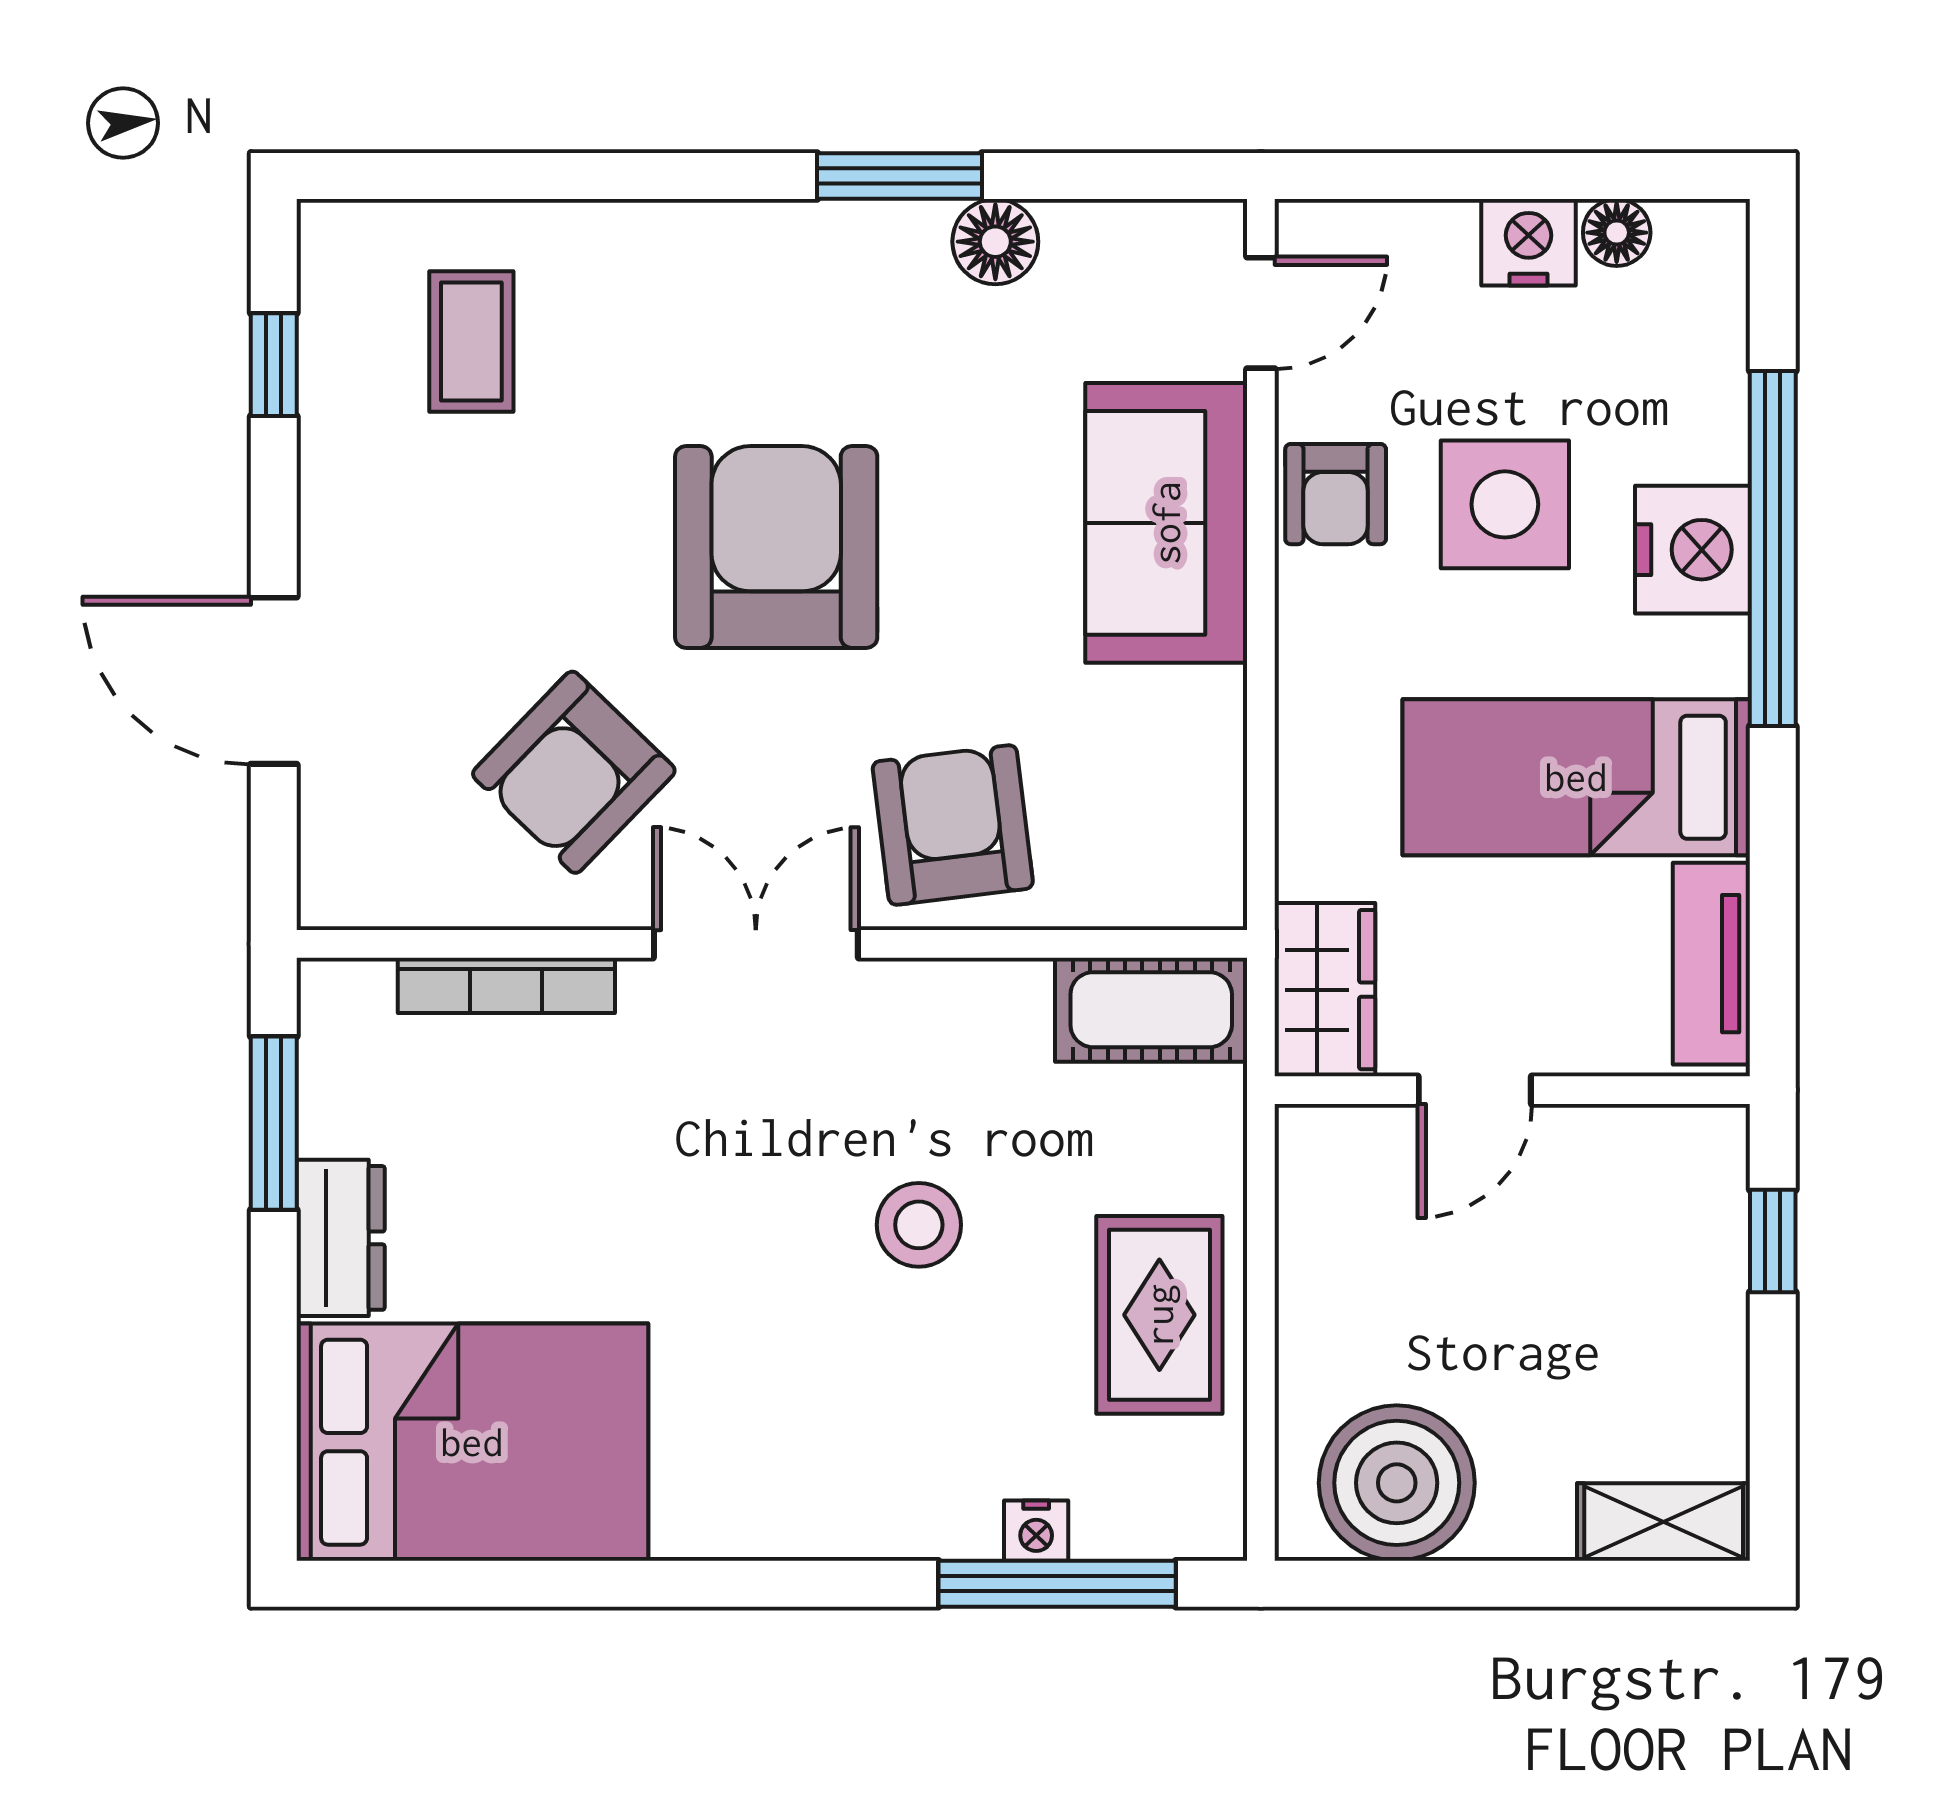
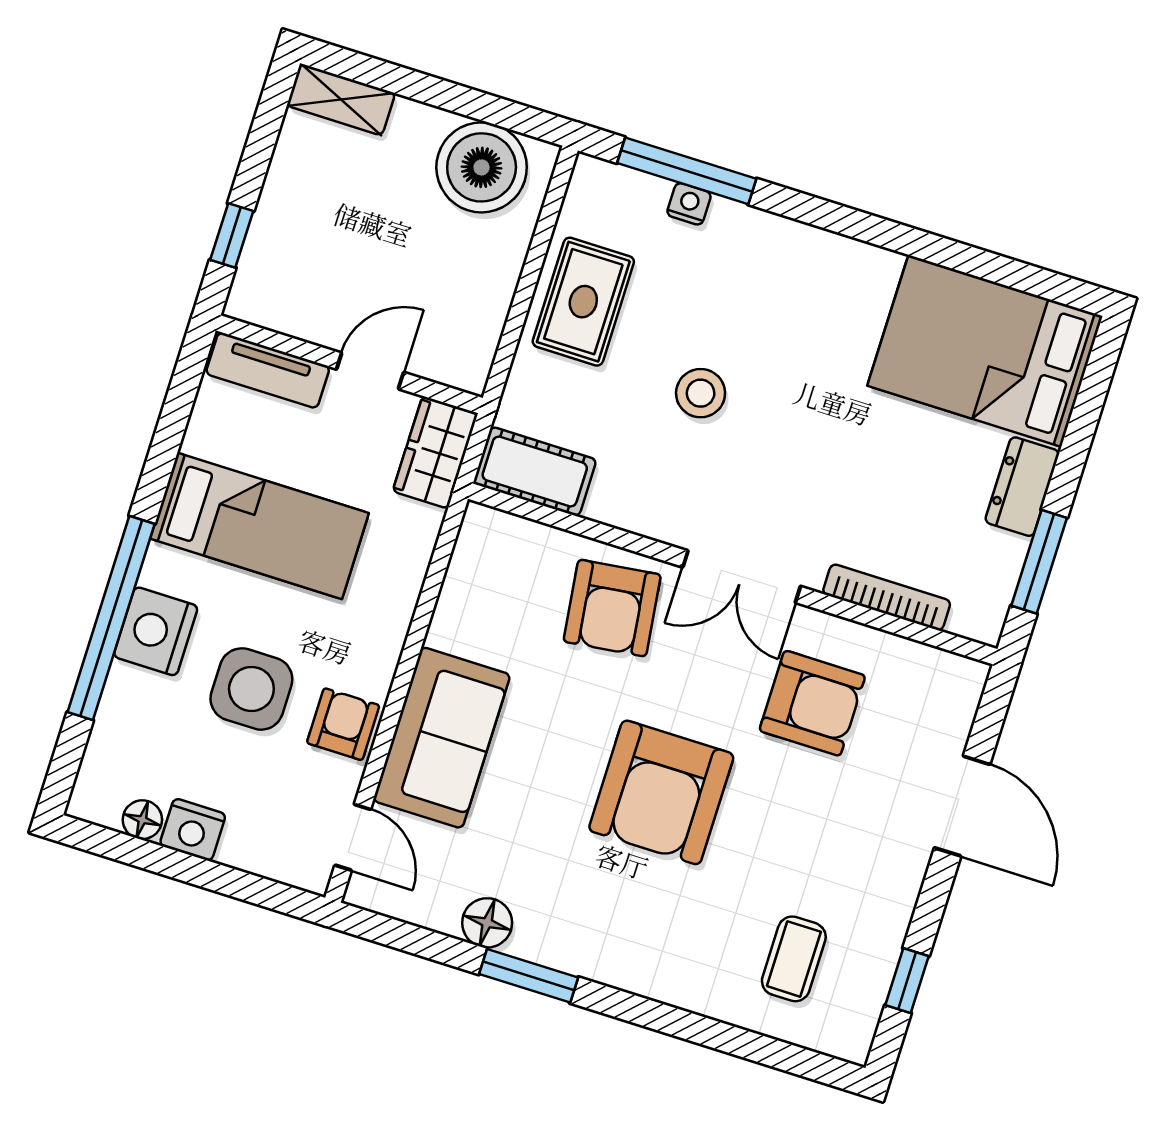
door: (1261, 313) -> (353, 837), swing flipped
armchair: (574, 772) -> (812, 703), turned 46
tv unit: (1711, 964) -> (268, 370), moved, turned 90

